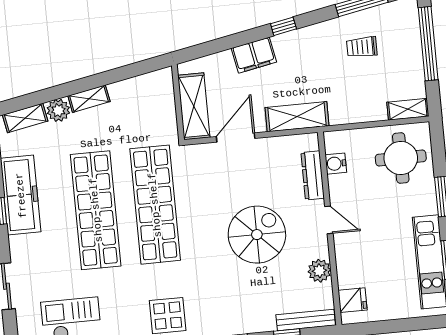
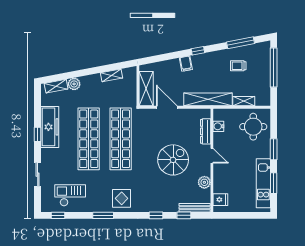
filing cabinet: (254, 55) -> (186, 64), width x0.50
shelving: (89, 99) -> (111, 75), moved
shelving: (408, 109) -> (244, 101), moved
shelving: (297, 117) -> (208, 99), width x1.47
door: (236, 137) -> (167, 107), hinge flipped

